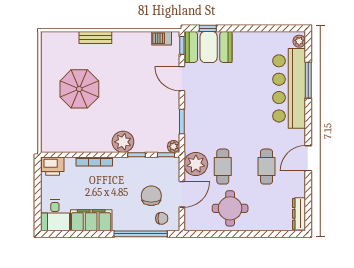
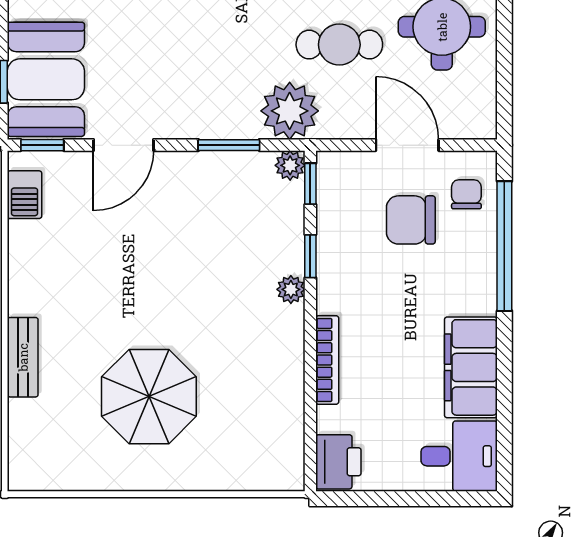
plant: (123, 142) -> (291, 289), width x0.53, depth x0.53
plant: (196, 164) -> (290, 111), moved

